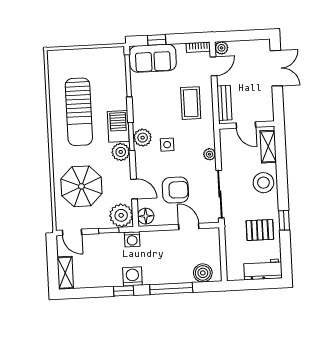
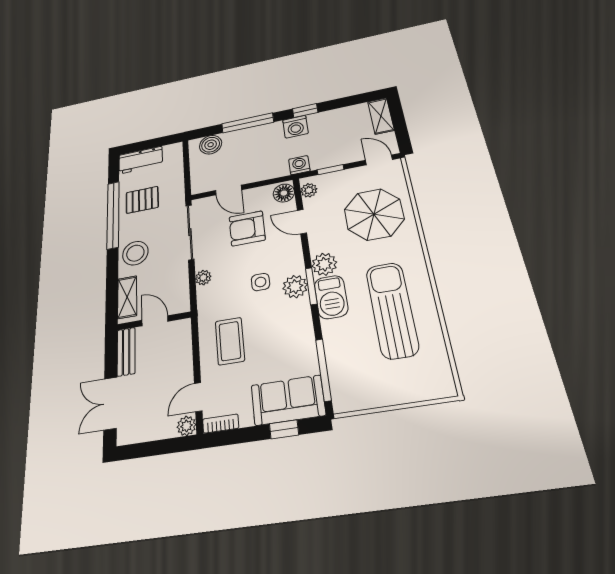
bench: (224, 103) -> (126, 352), moved
plant: (121, 215) -> (309, 190), width x0.53, depth x0.53
window: (284, 220) -> (113, 215), width x3.17

